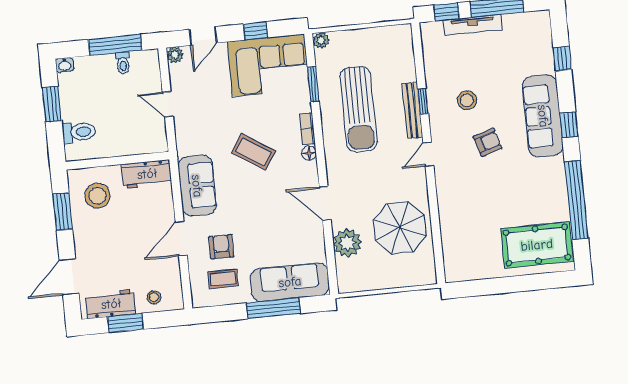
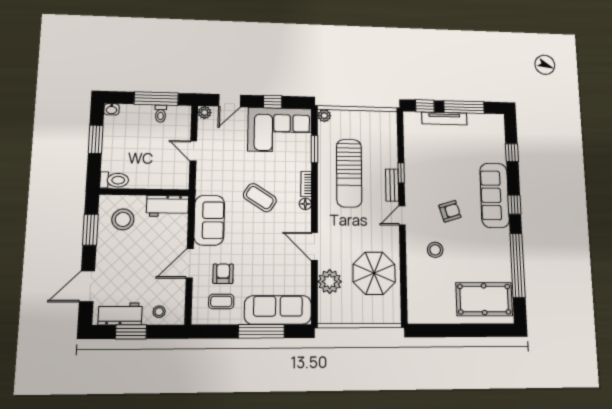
stool: (467, 100) -> (435, 250), moved
bench: (412, 110) -> (392, 185), width x0.73
toilet: (79, 132) -> (114, 180), moved

